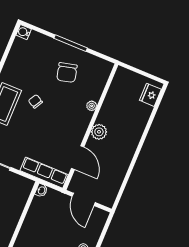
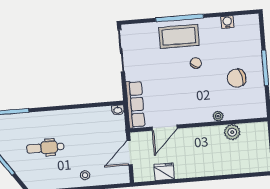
water cooler: (24, 32) -> (227, 22), moved
fridge: (150, 95) -> (164, 172), moved
plant: (99, 132) -> (232, 132), moved

